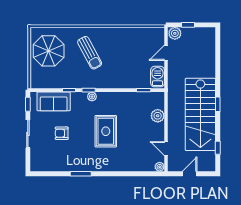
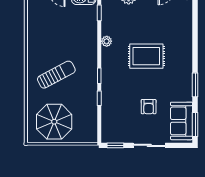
plant: (92, 97) -> (107, 41), moved
sofa: (54, 101) -> (181, 121), moved, turned 180
window: (46, 174) -> (195, 124), added

